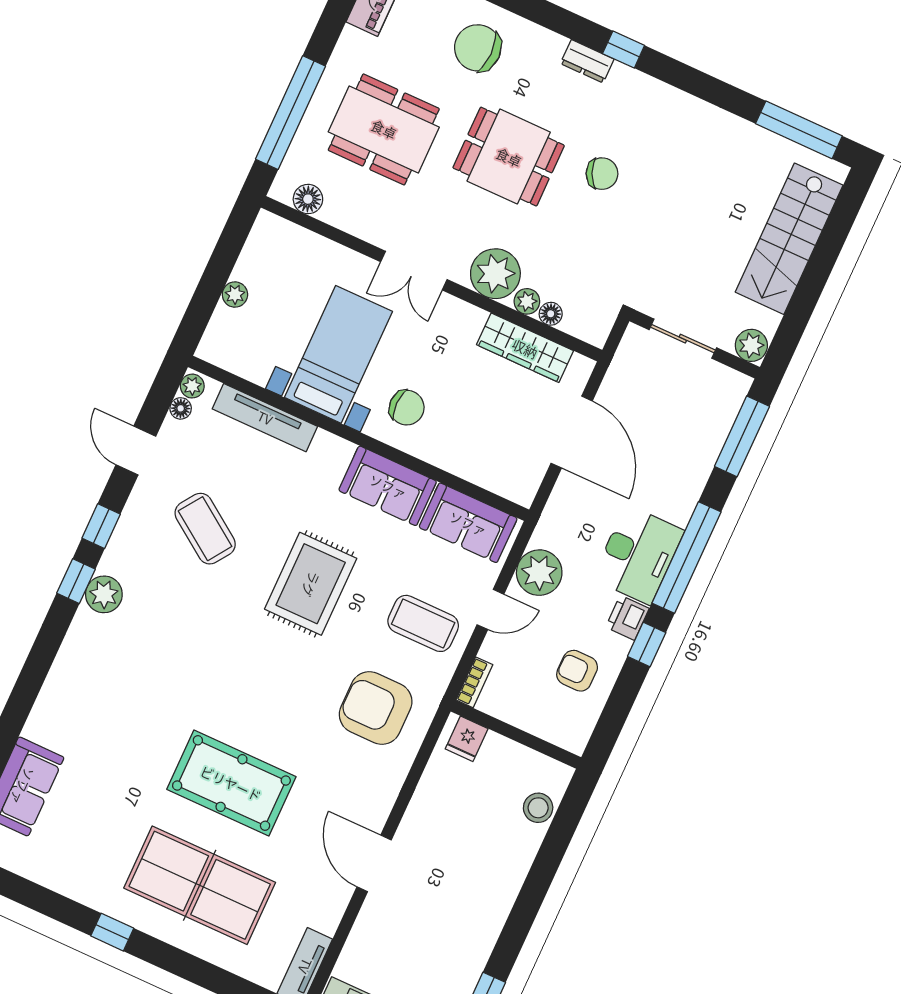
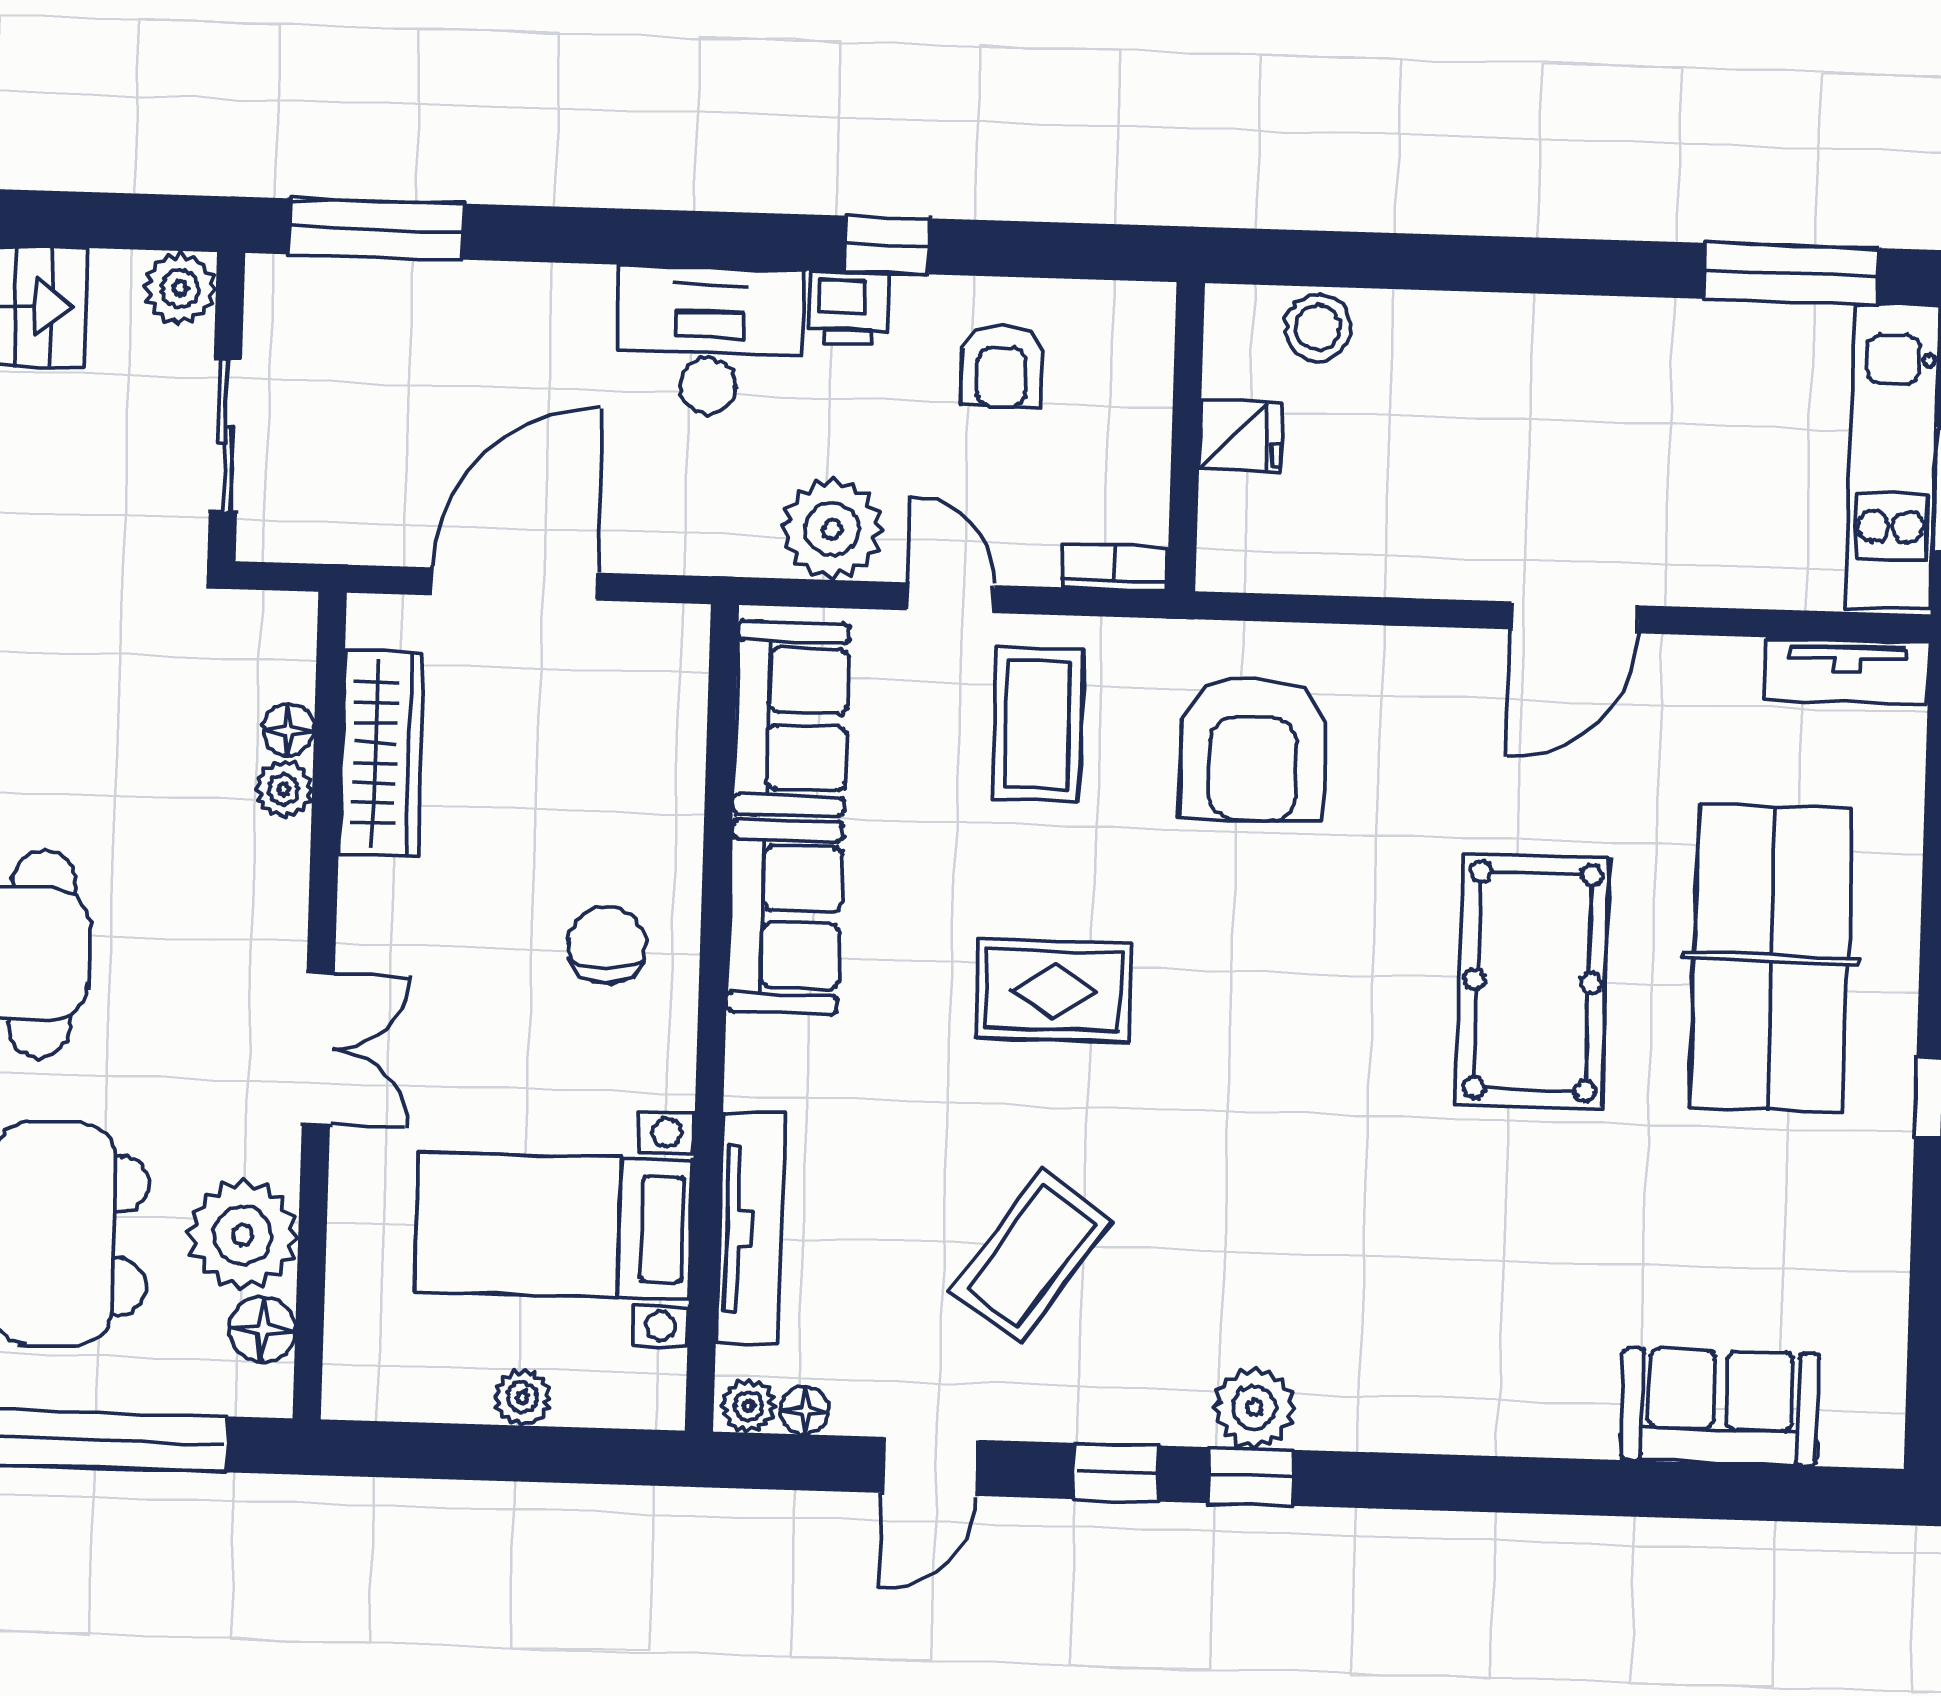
plant: (495, 274) -> (243, 1235), moved
bed with nightstands: (338, 354) -> (553, 1226), moved
window: (687, 557) -> (673, 238), removed
rug: (311, 584) -> (1053, 991), width x0.73, depth x0.70
fridge: (467, 739) -> (1241, 436), moved

